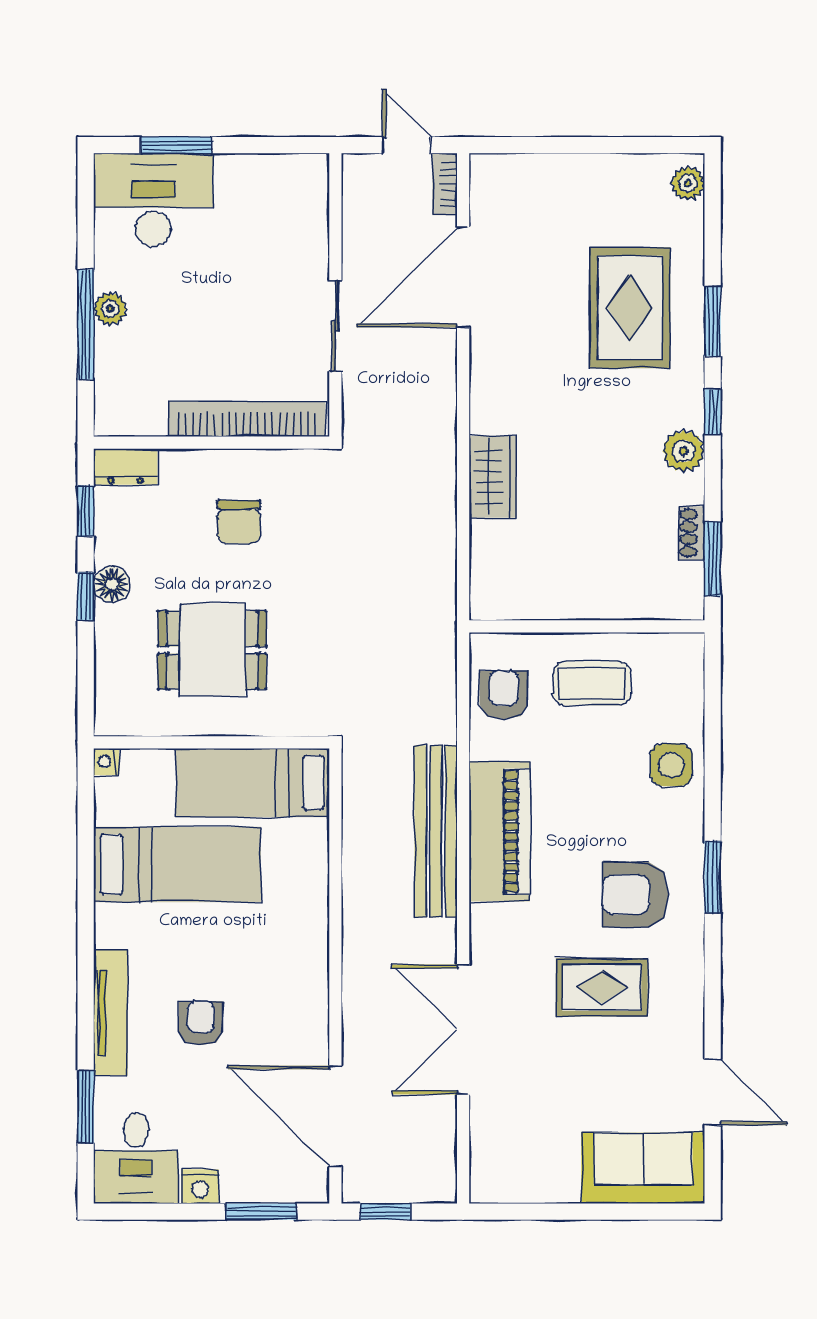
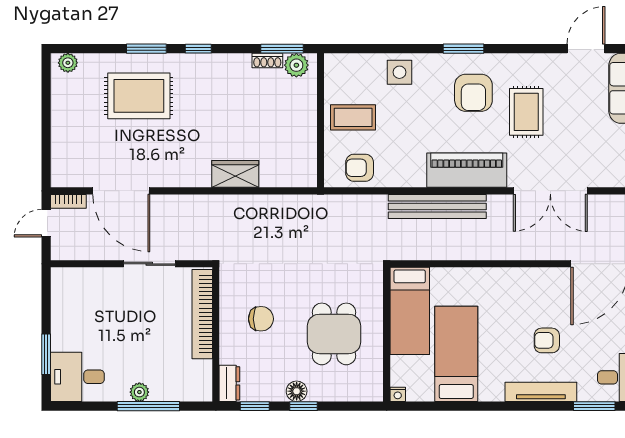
desk: (153, 200) -> (77, 377), width x0.73
plant: (684, 451) -> (296, 65), moved
coffee table: (592, 683) -> (353, 117), turned 90
piano: (499, 831) -> (467, 170), moved

